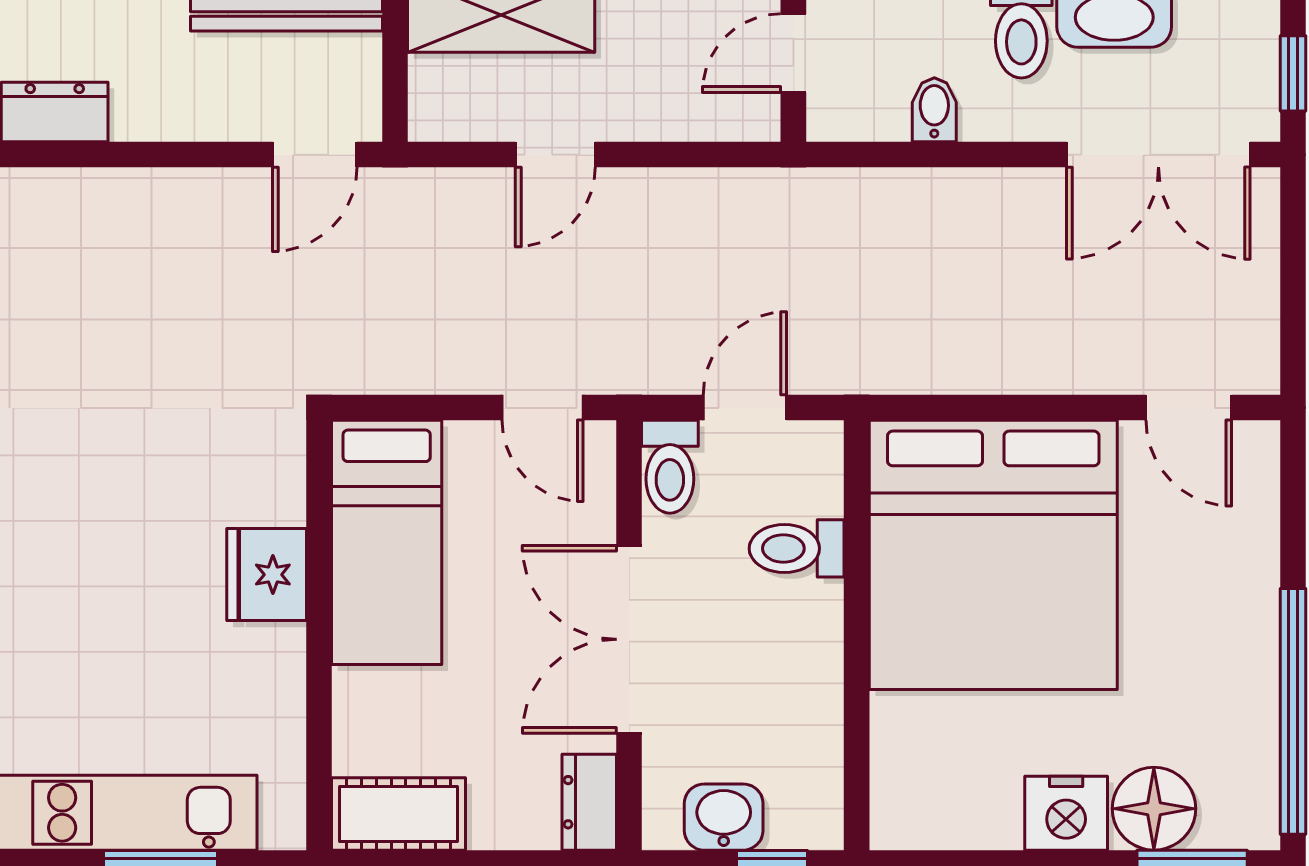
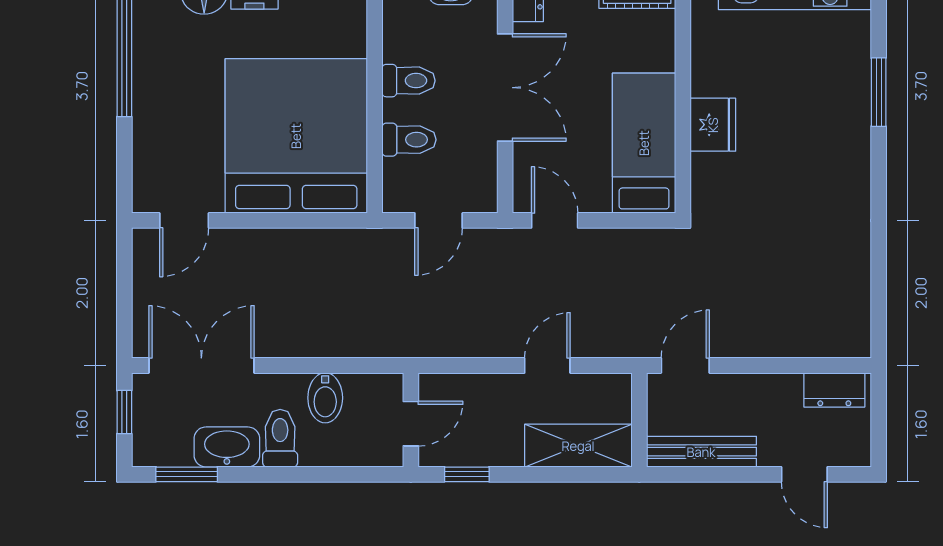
bidet: (934, 110) -> (325, 398), width x1.38, depth x1.36
door: (1189, 408) -> (184, 220), swing flipped
toilet: (670, 467) -> (408, 81), moved, turned 90

